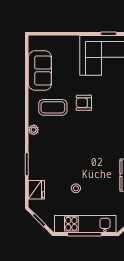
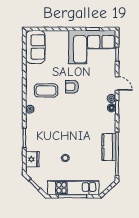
sofa: (40, 70) -> (35, 47), moved

